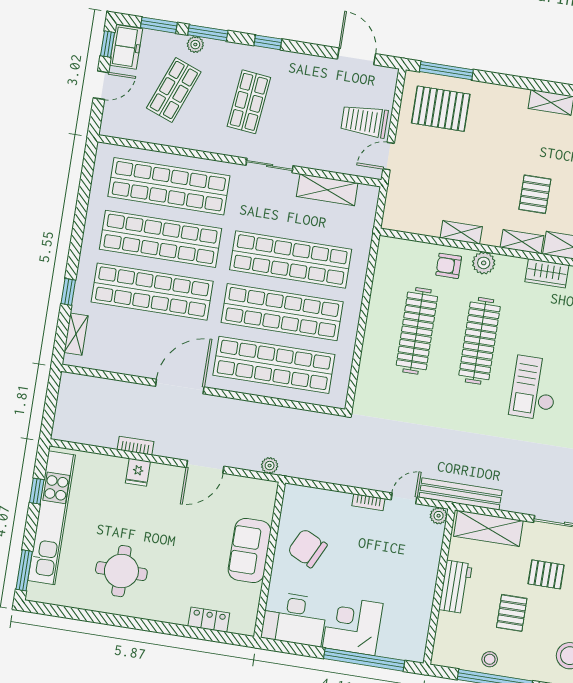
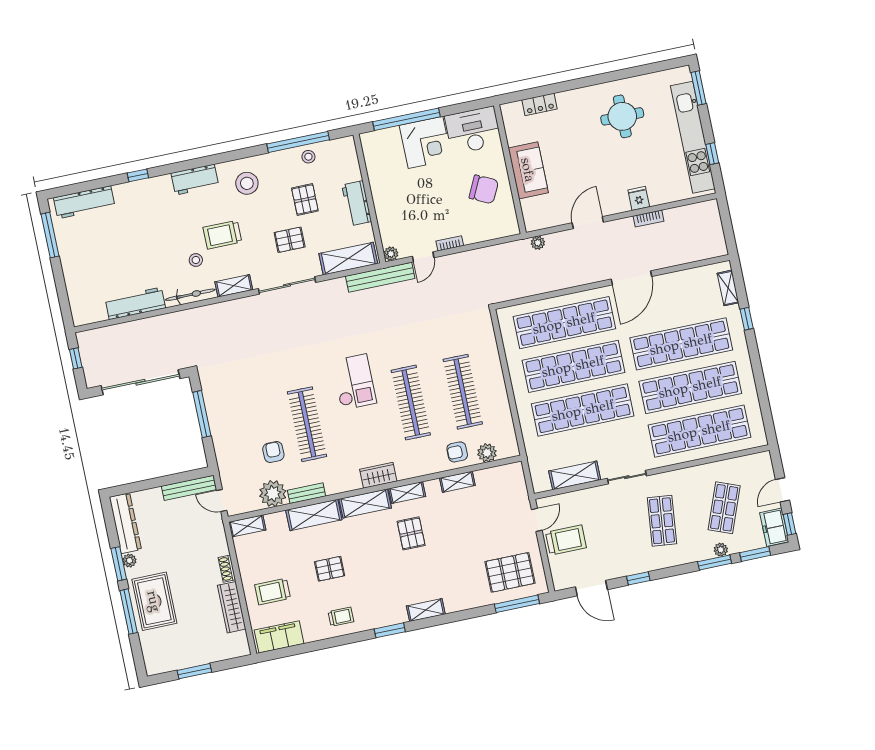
window: (268, 42) -> (638, 578), moved
plant: (484, 263) -> (487, 453), moved
armchair: (449, 266) -> (457, 452), turned 180

